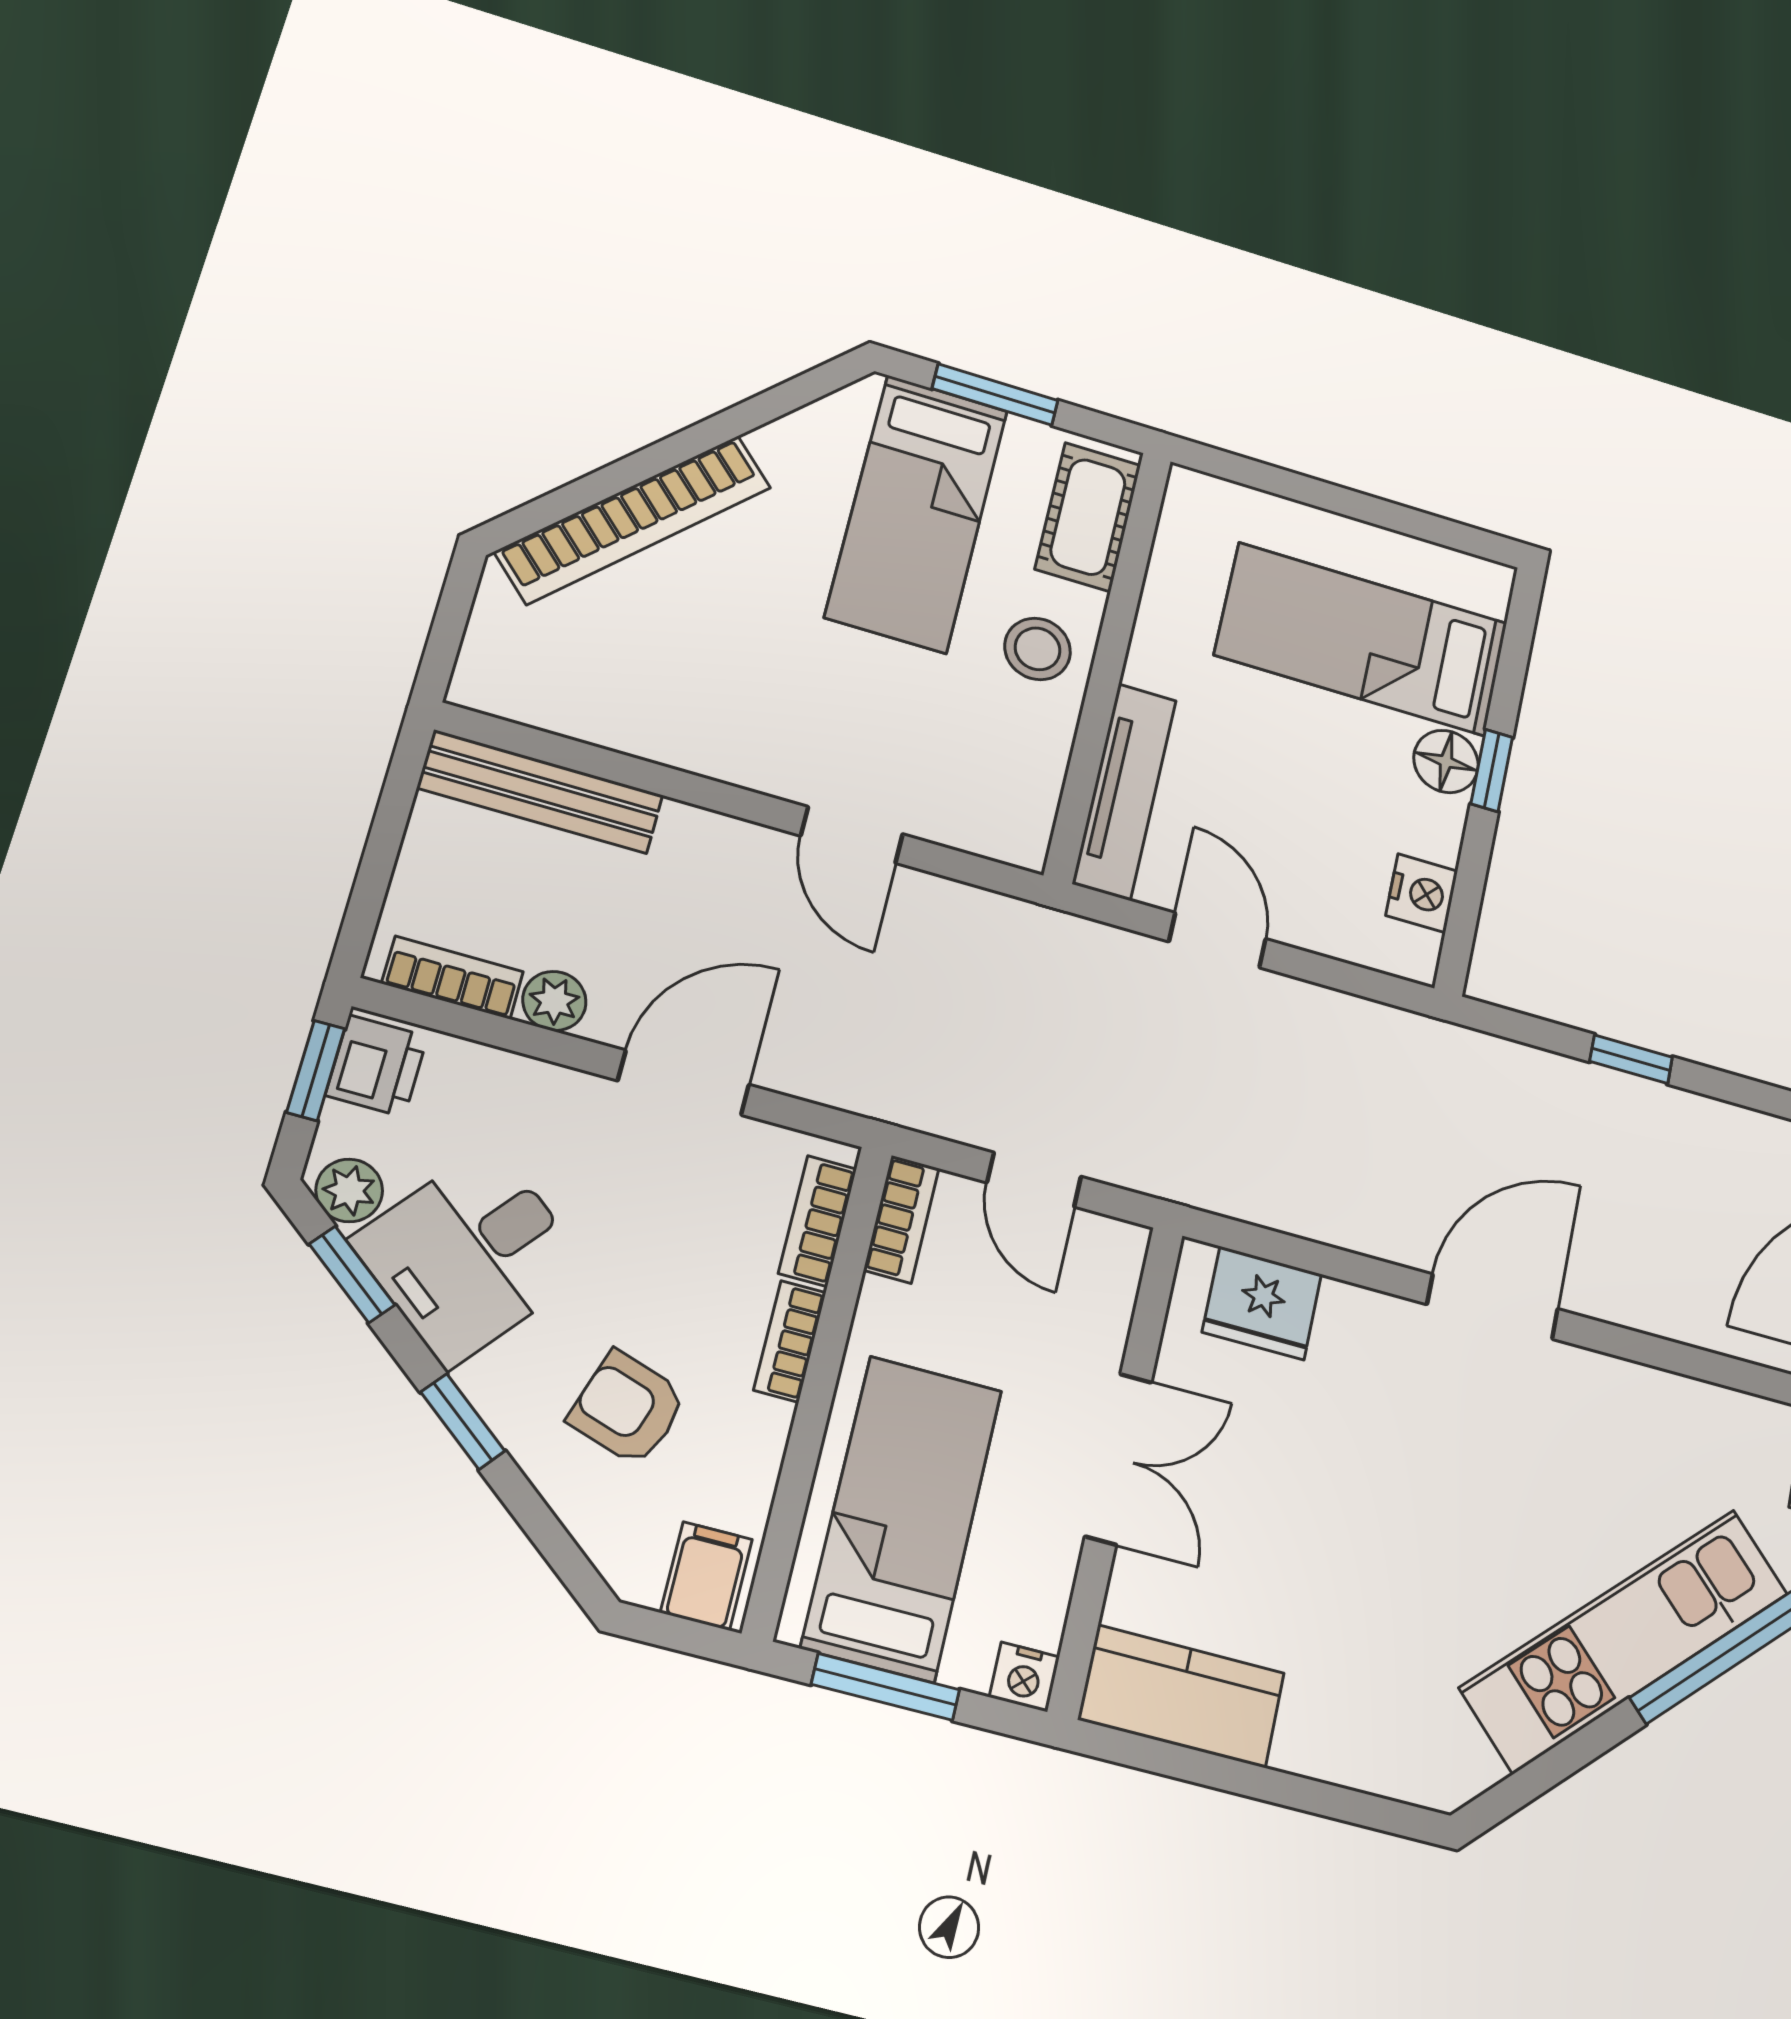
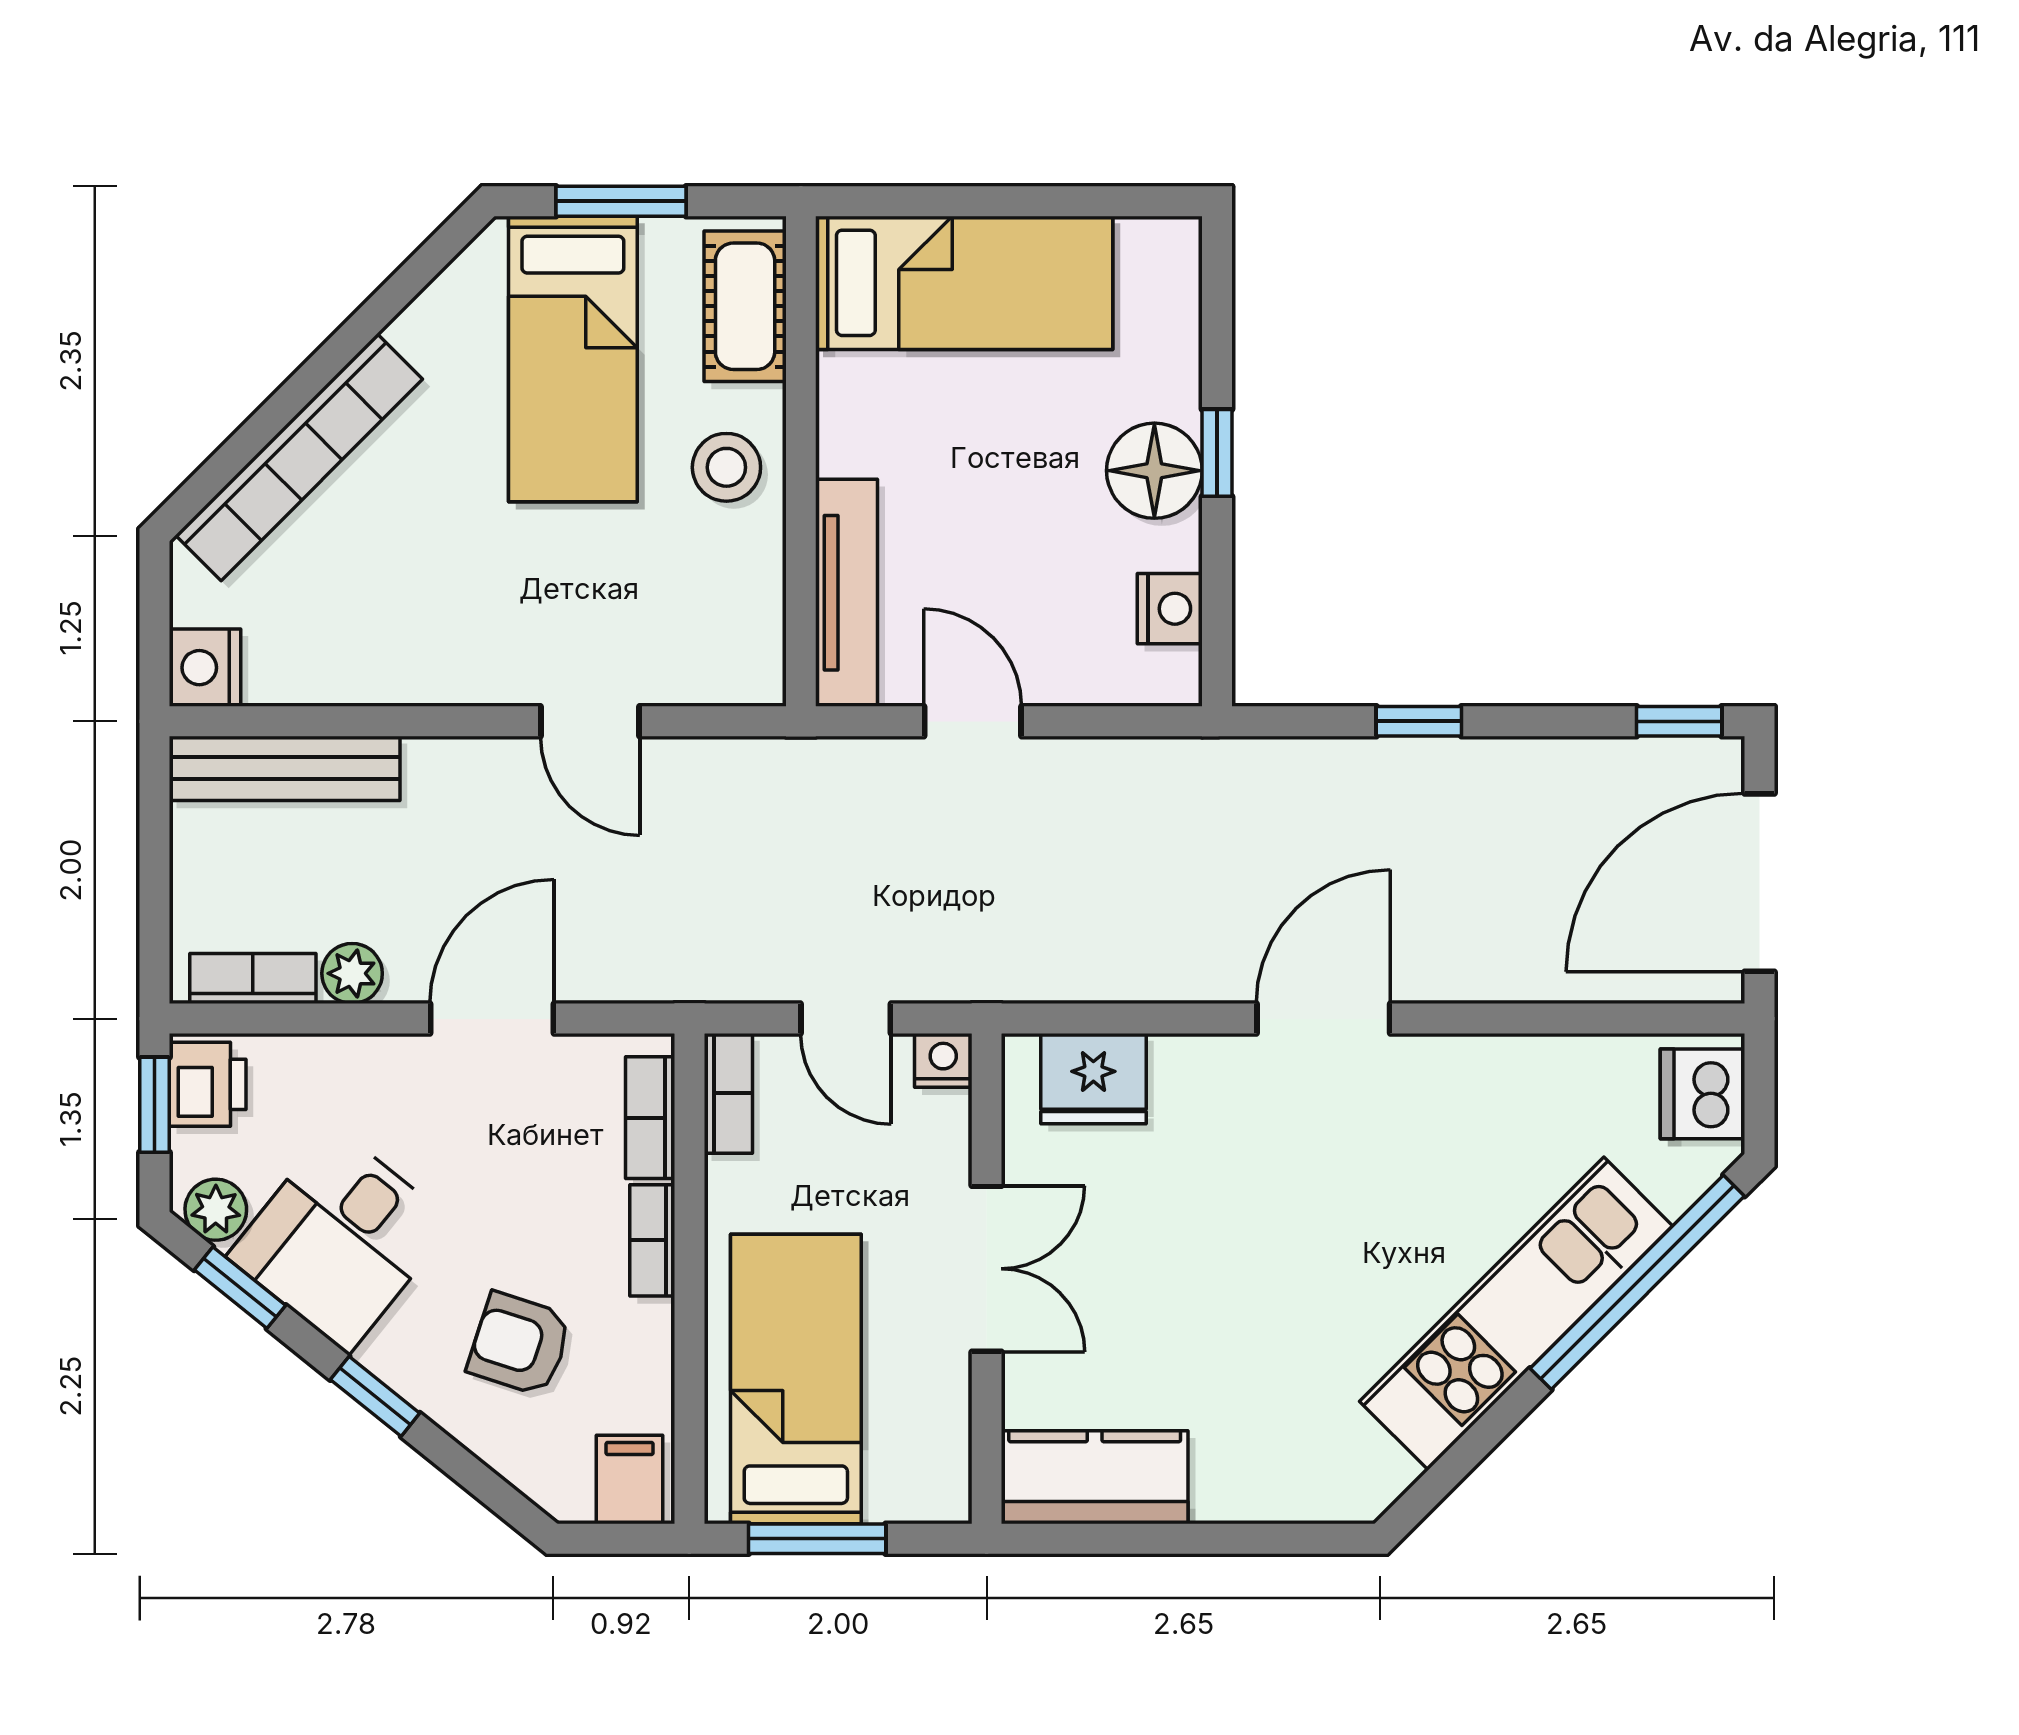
bed: (1362, 639) -> (964, 283), moved, turned 180
nightstand: (488, 678) -> (205, 668), added
floor lamp: (1446, 761) -> (1154, 471), width x1.38, depth x1.38
nightstand: (1024, 1677) -> (943, 1060), moved, turned 180

